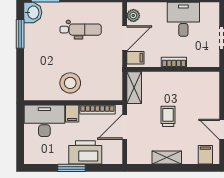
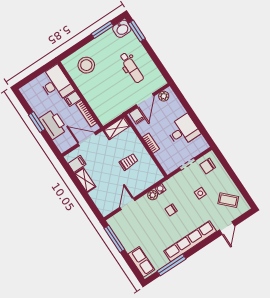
door: (125, 38) -> (145, 100), hinge flipped
stool: (70, 83) -> (86, 65), moved
trolley: (168, 116) -> (129, 162), moved
filing cabinet: (205, 155) -> (77, 164), moved

